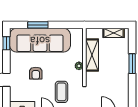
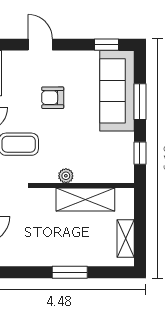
window: (66, 25) -> (140, 153), added
sofa: (40, 40) -> (117, 91), width x0.74, depth x0.79

